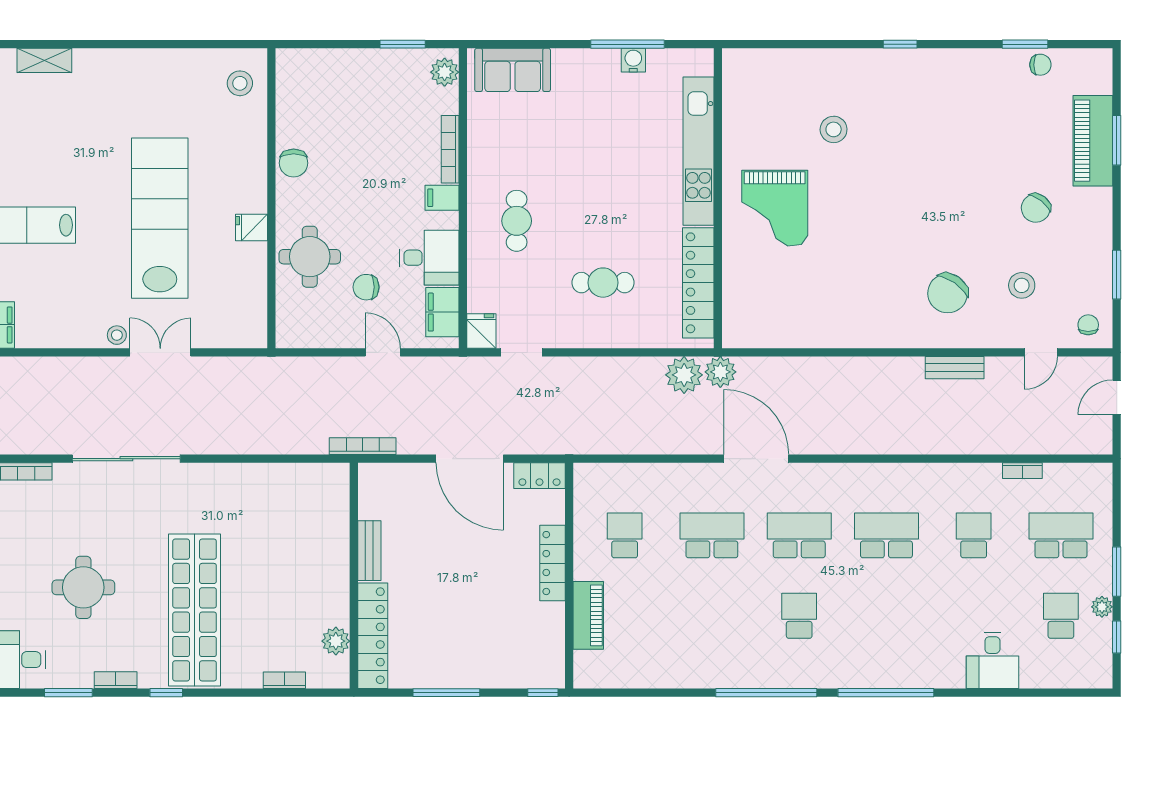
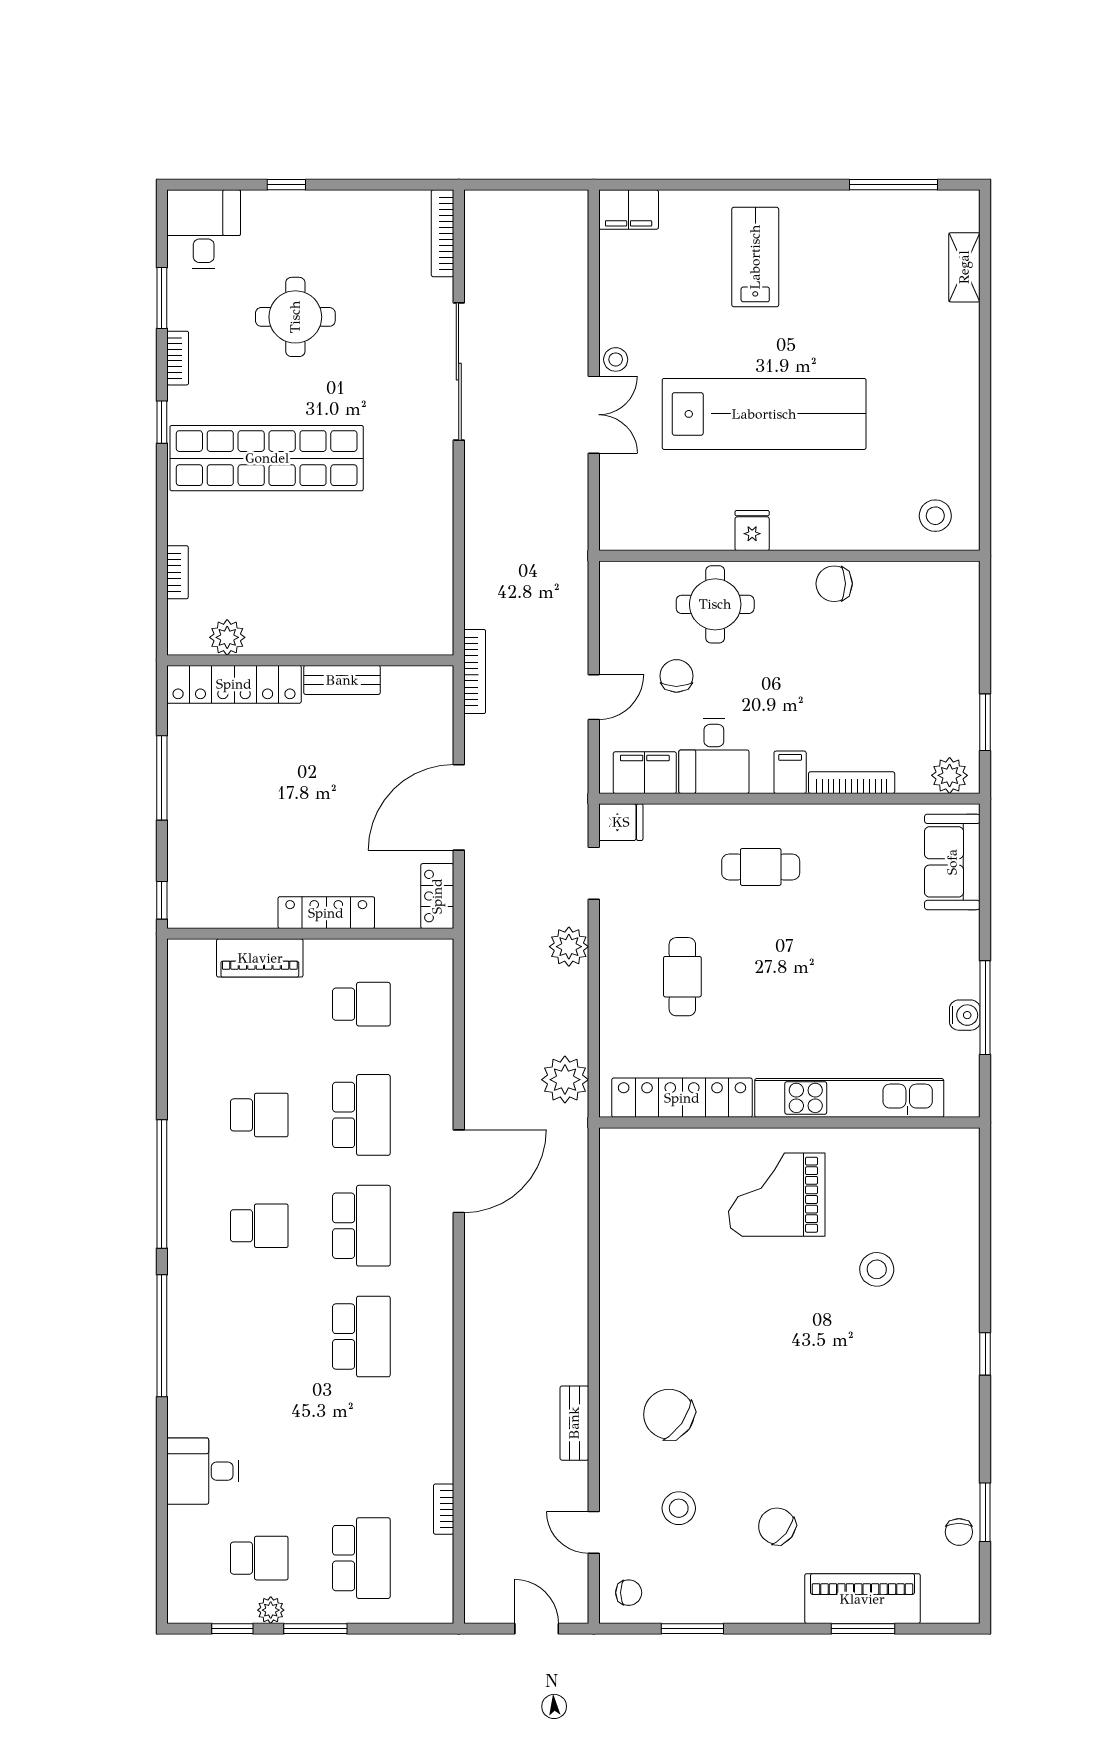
plant: (720, 372) -> (569, 947), moved
school desk: (974, 535) -> (259, 1115), moved

